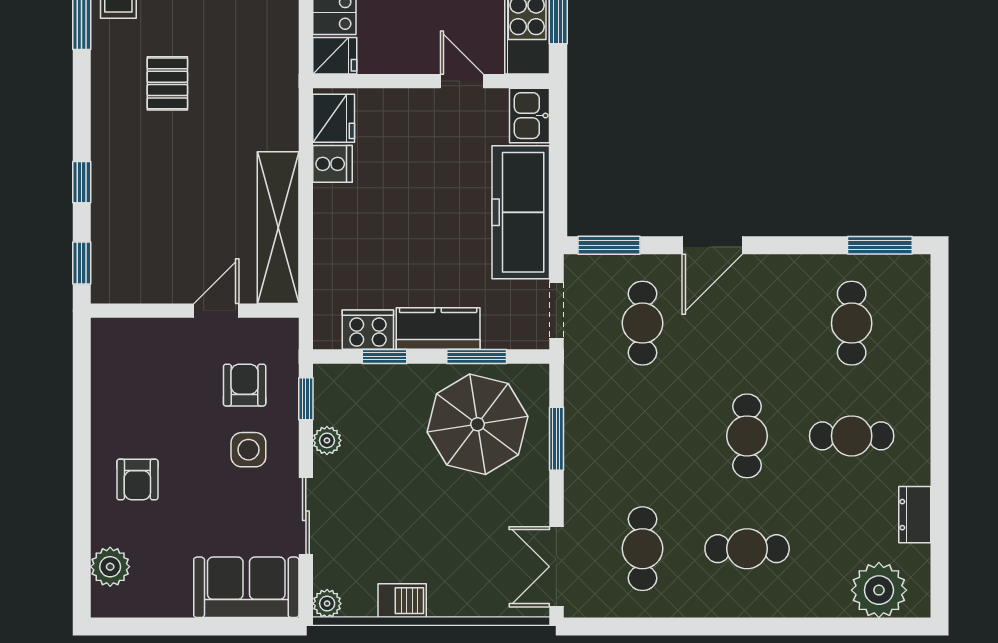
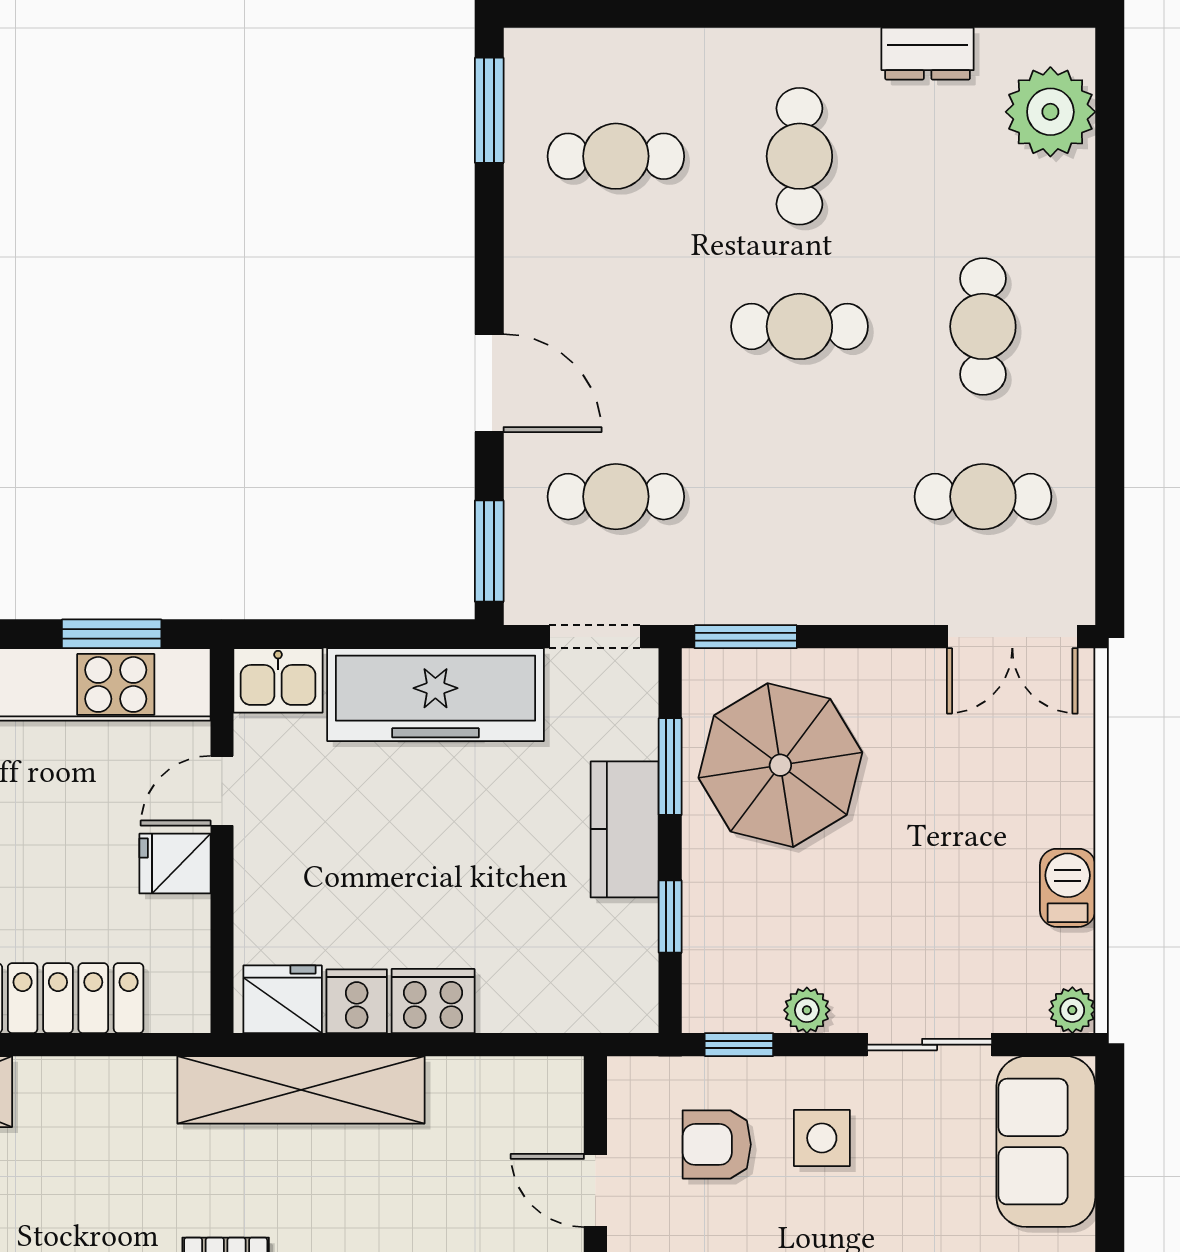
fridge: (335, 56) -> (175, 864), moved, turned -90
shelving: (278, 228) -> (301, 1090), moved
cooker: (368, 330) -> (433, 1001), moved, turned 90
window: (556, 439) -> (746, 637), moved

